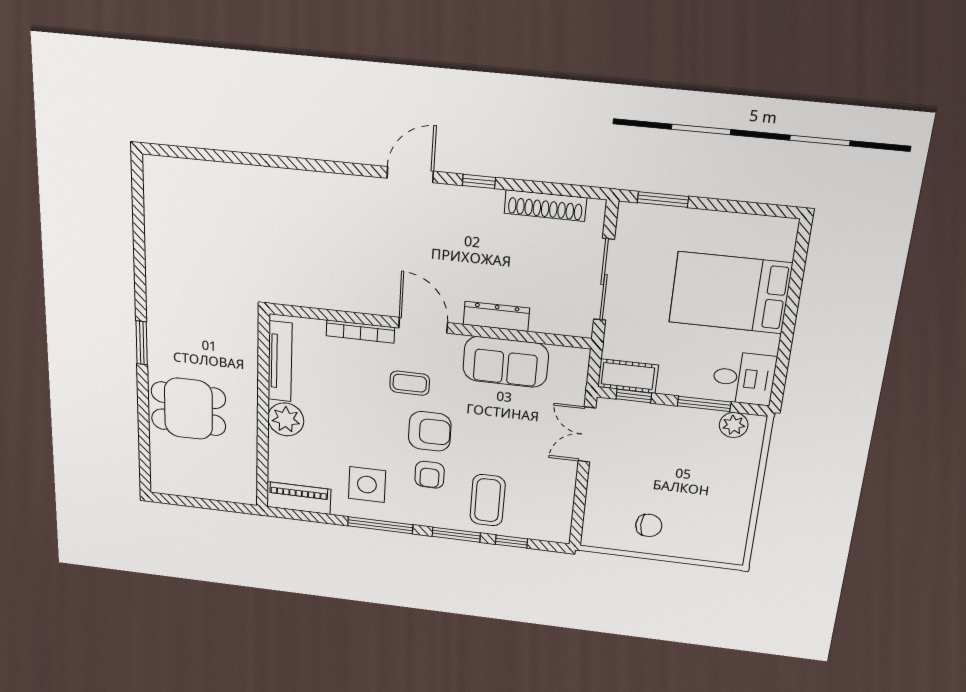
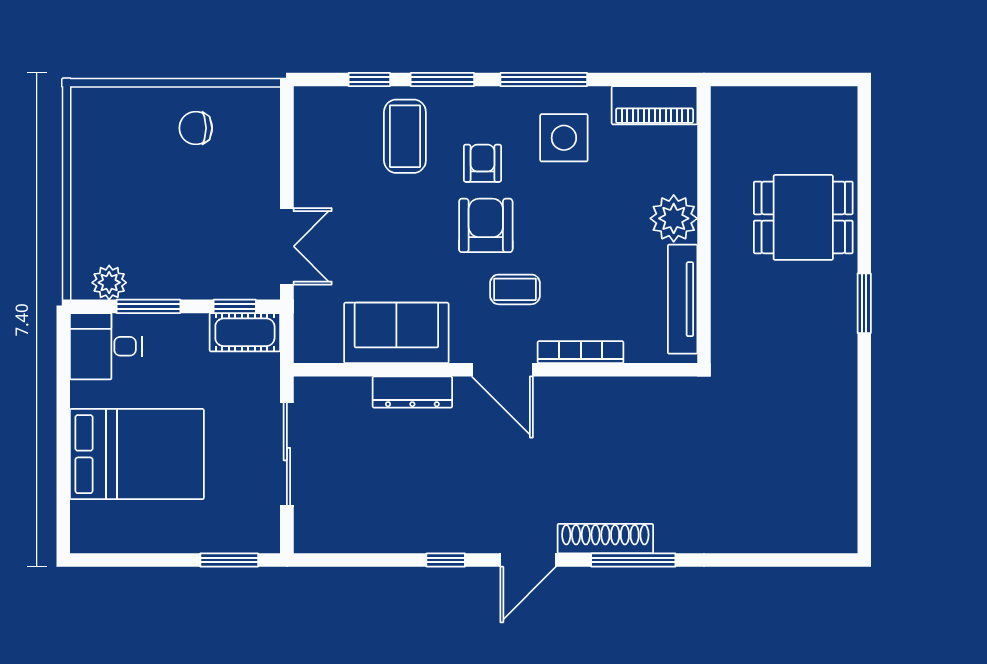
window: (323, 166) -> (633, 560), added
shoe rack: (545, 206) -> (605, 539), moved
armchair: (430, 431) -> (486, 225), turned 90

